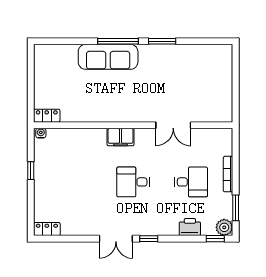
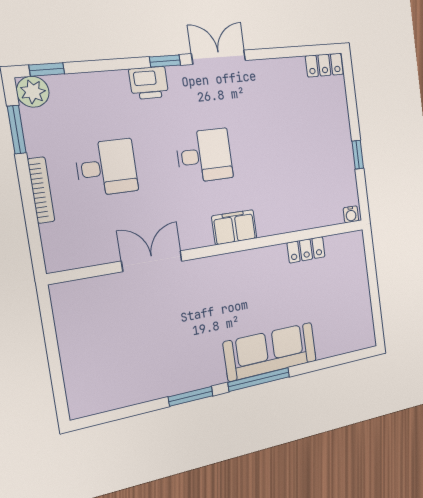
locker: (47, 116) -> (306, 250), moved
desk: (191, 182) -> (107, 168), turned 180
printer: (190, 227) -> (149, 83), moved

